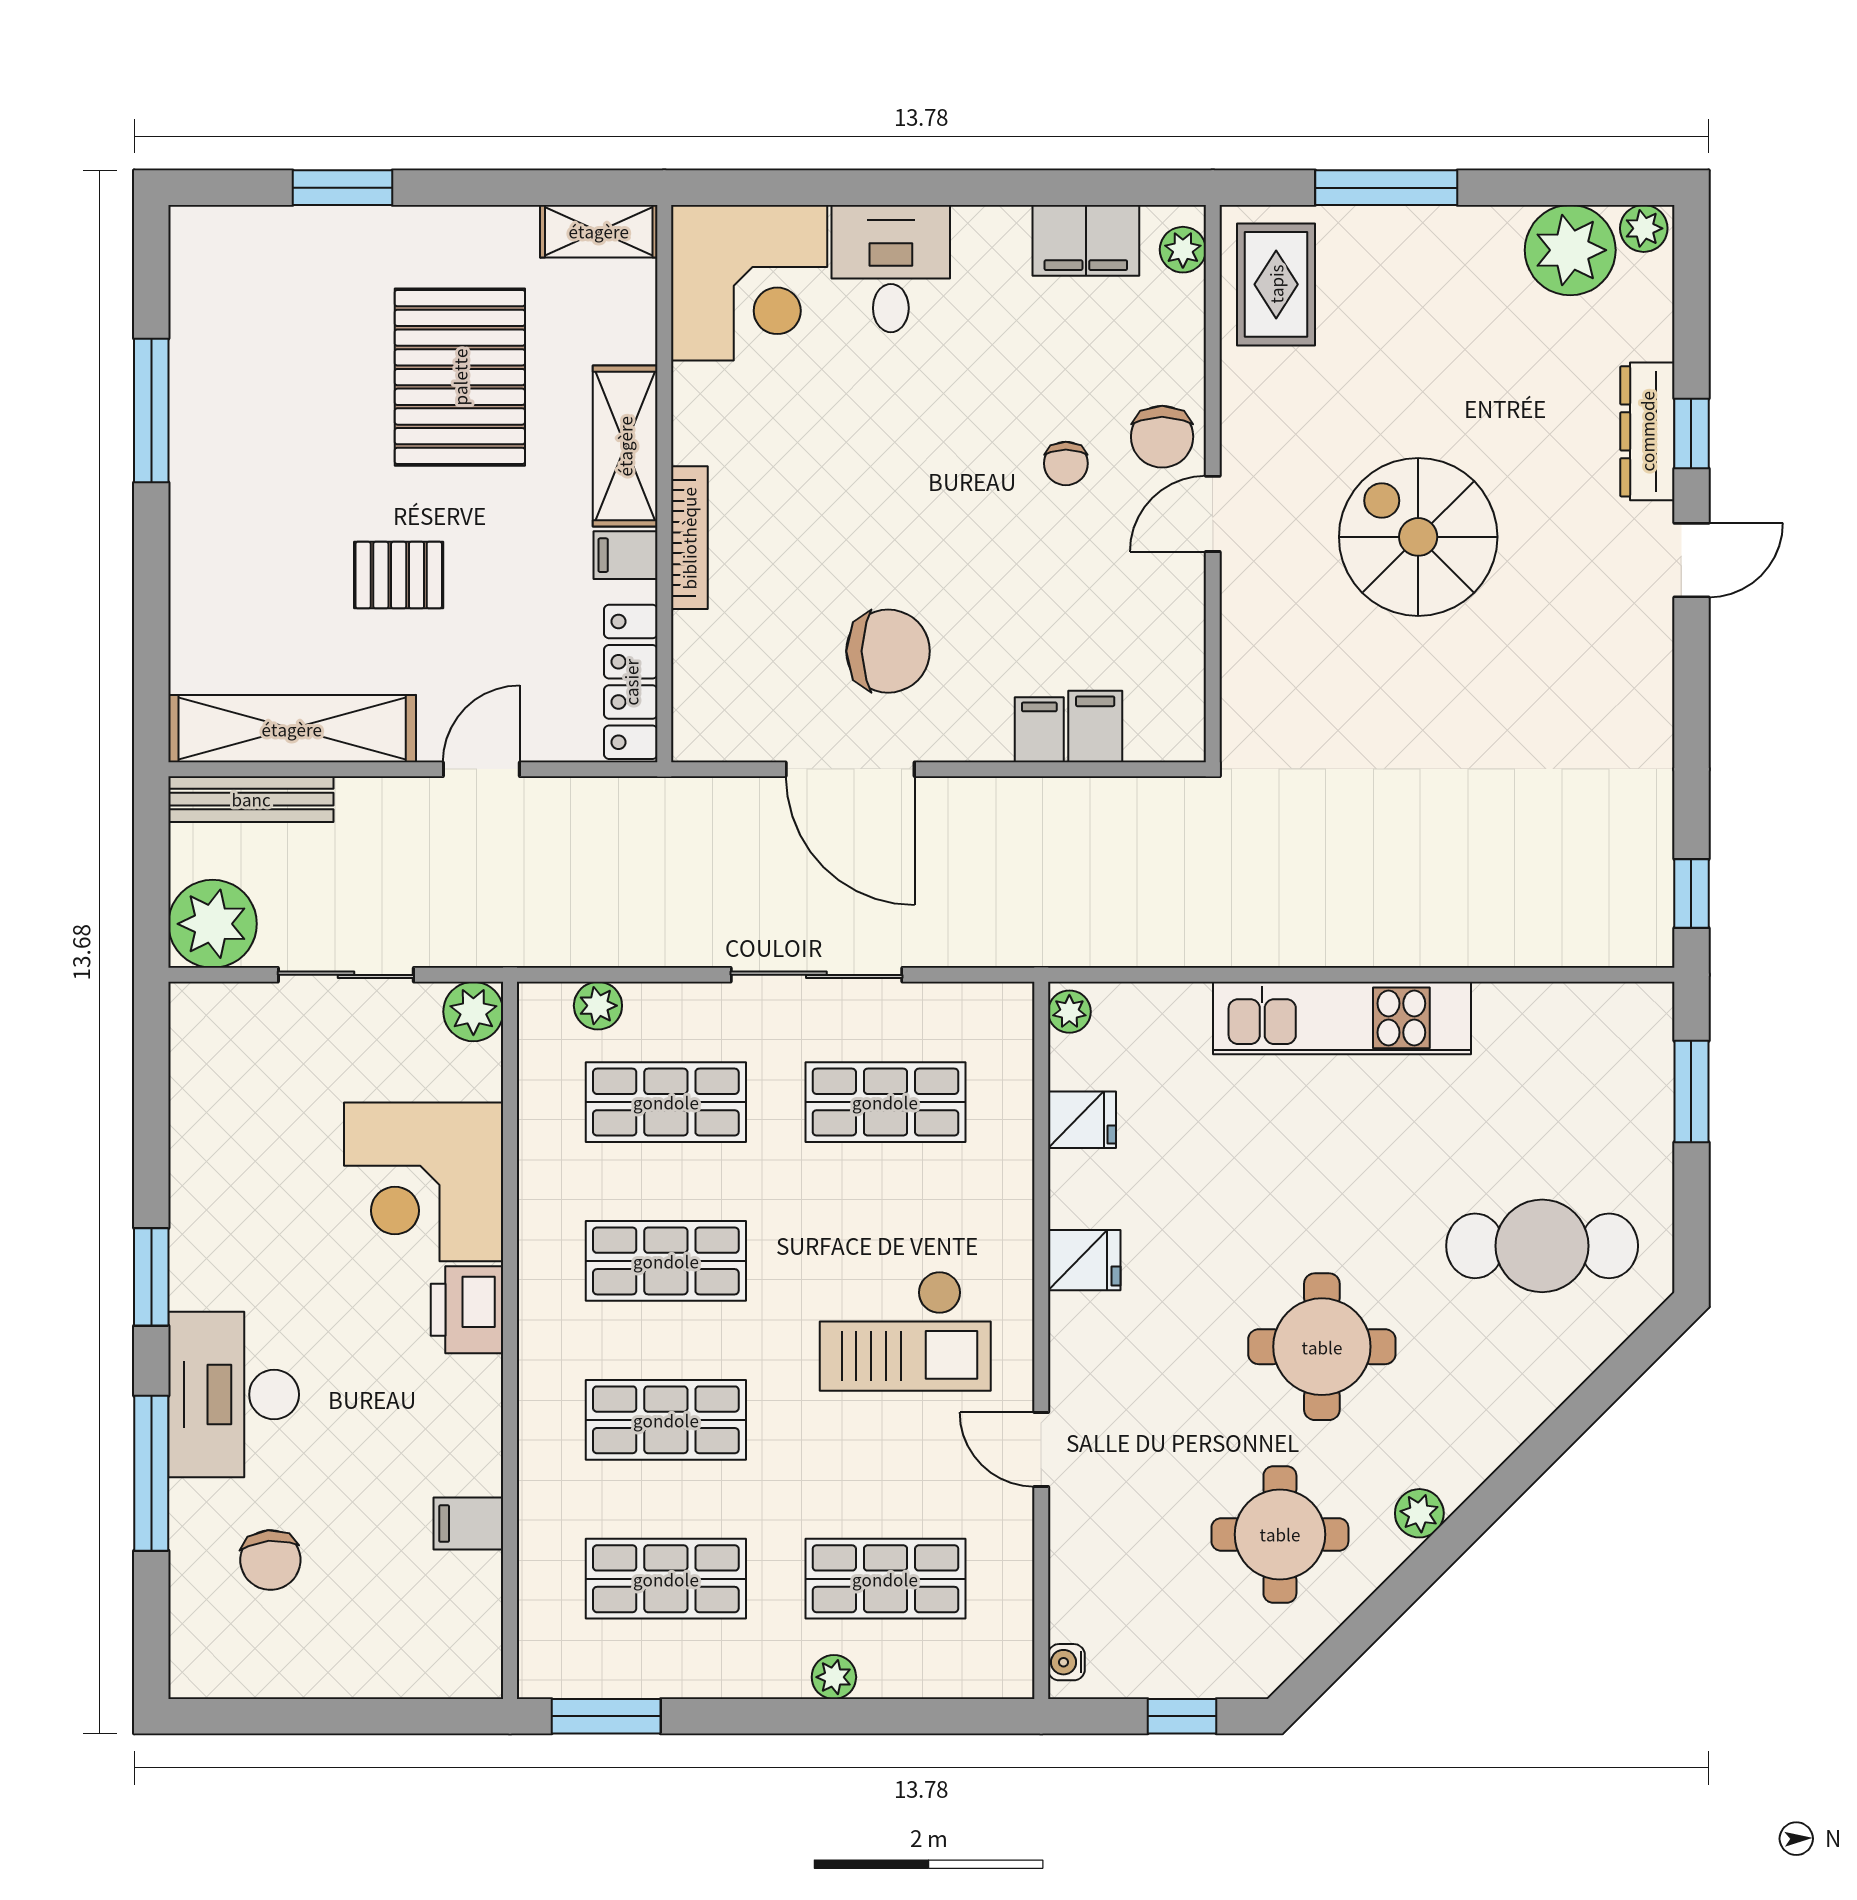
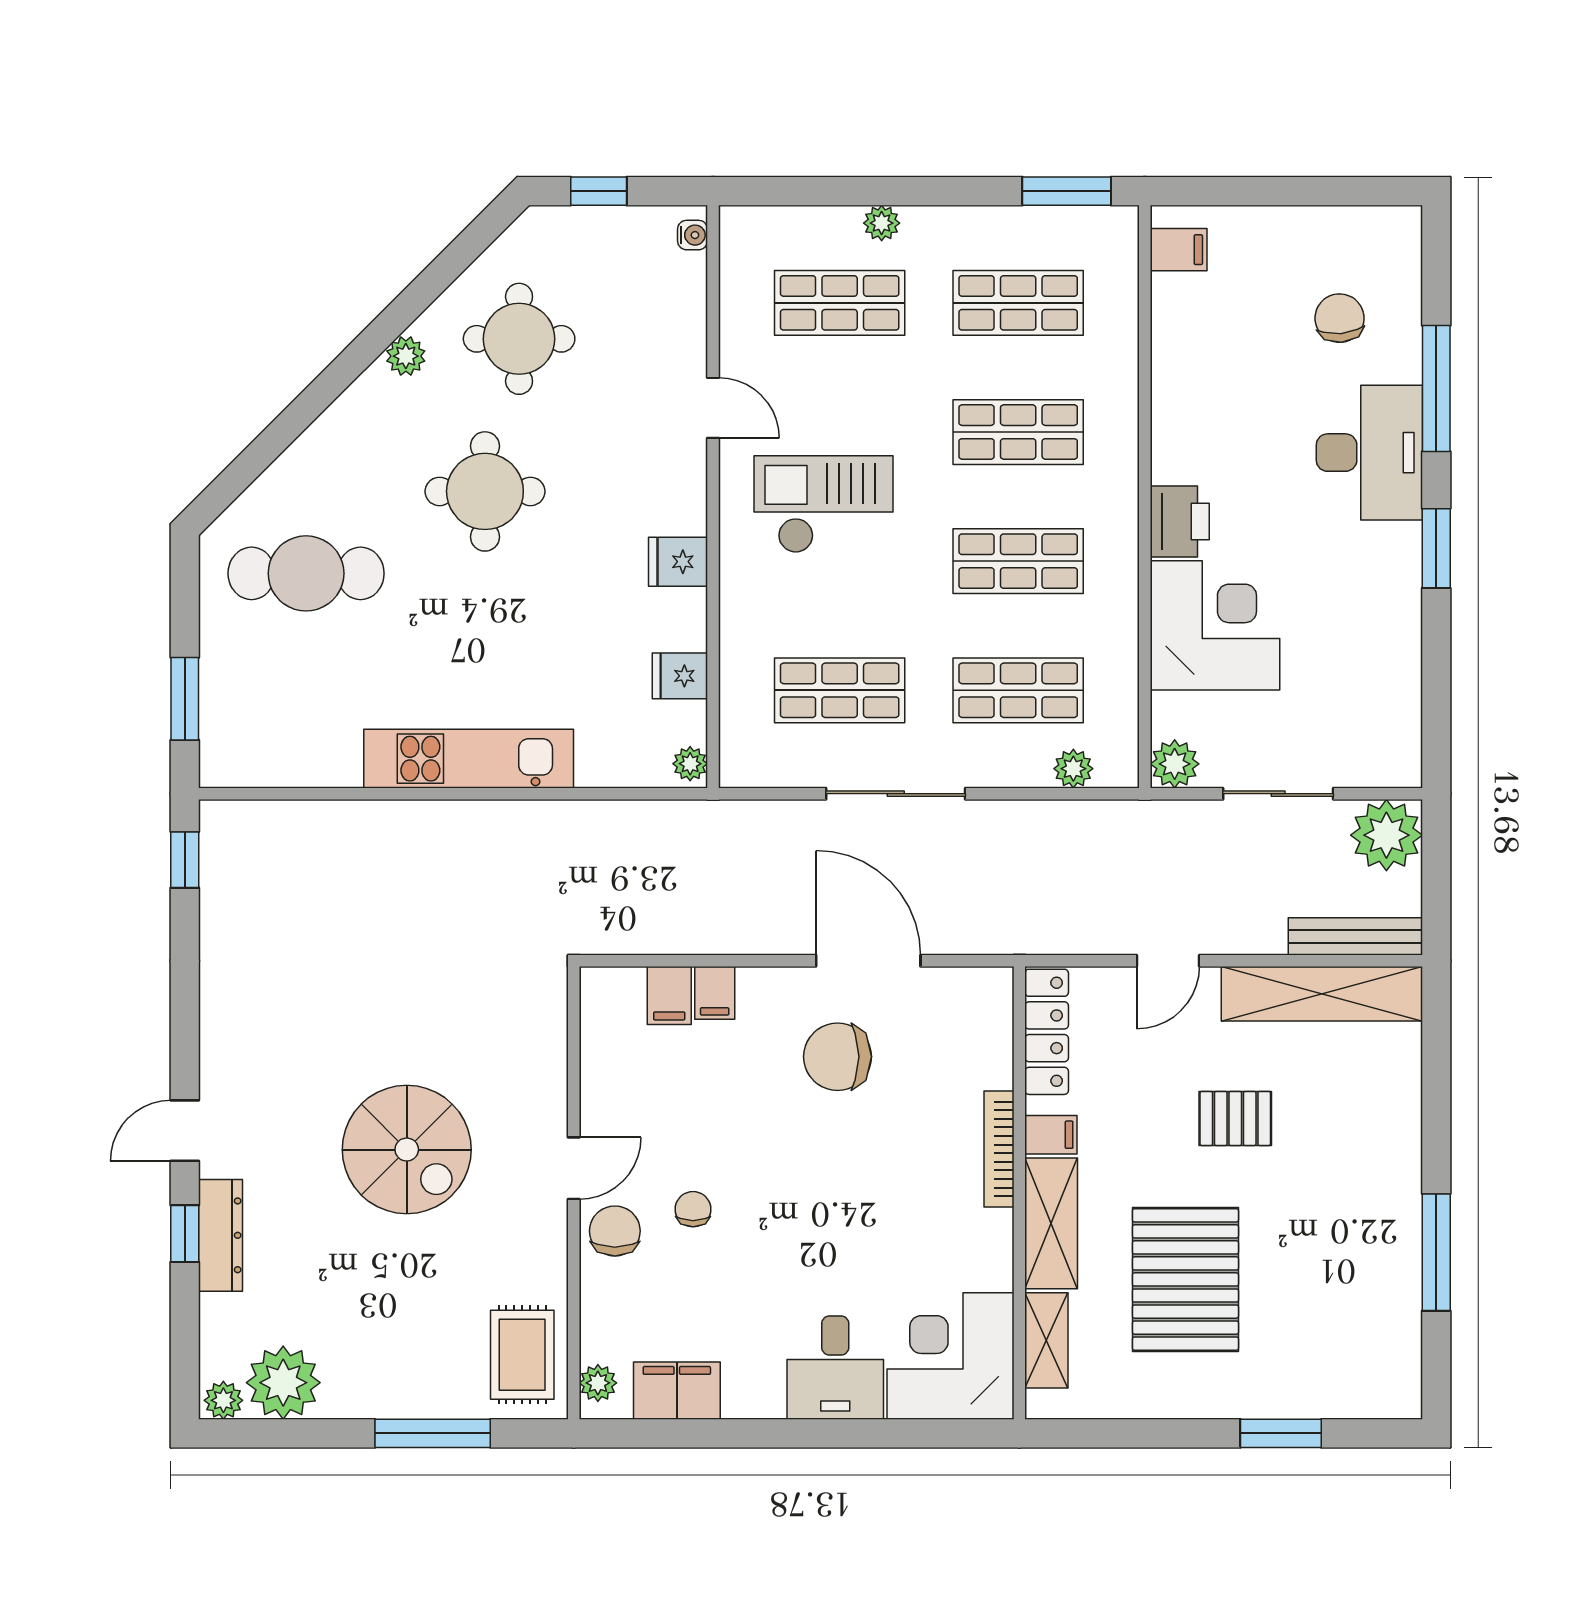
shelving: (599, 231) -> (1046, 1340), moved, turned 90
filing cabinet: (468, 1524) -> (1179, 250), moved

